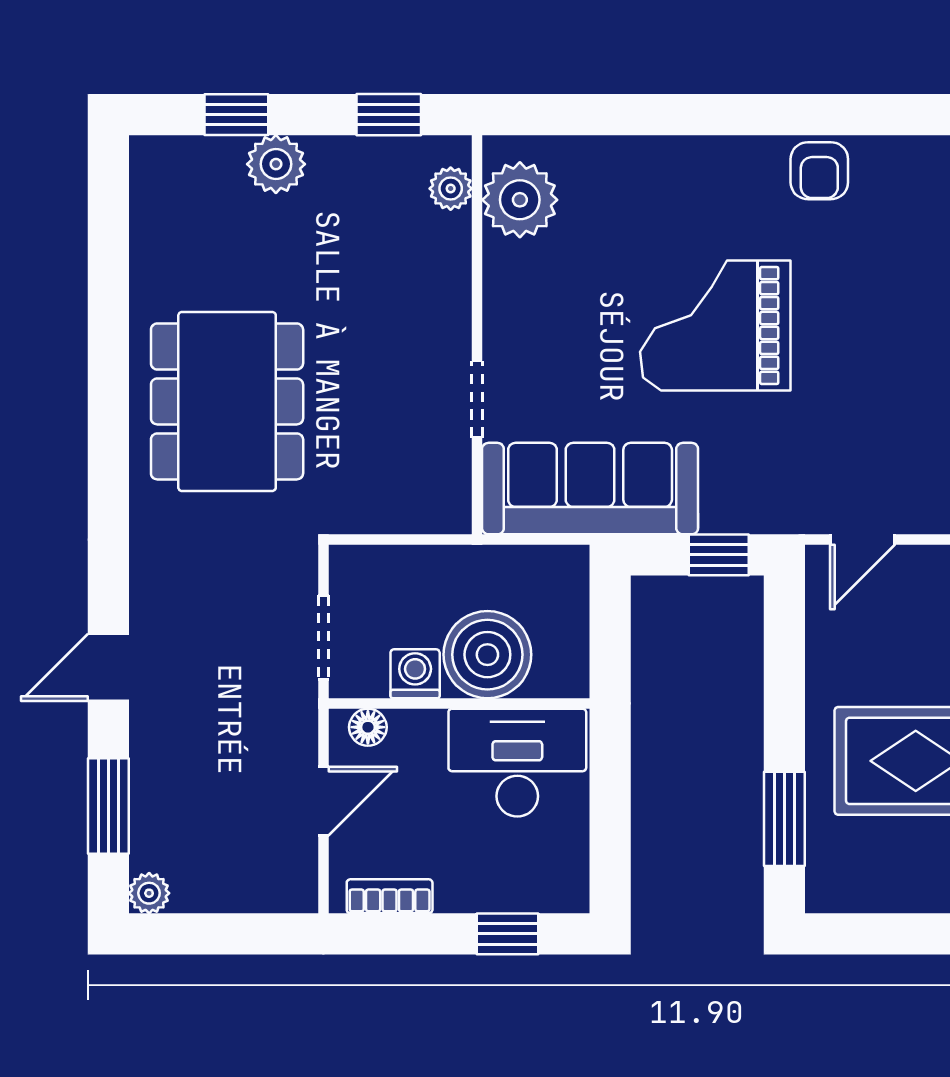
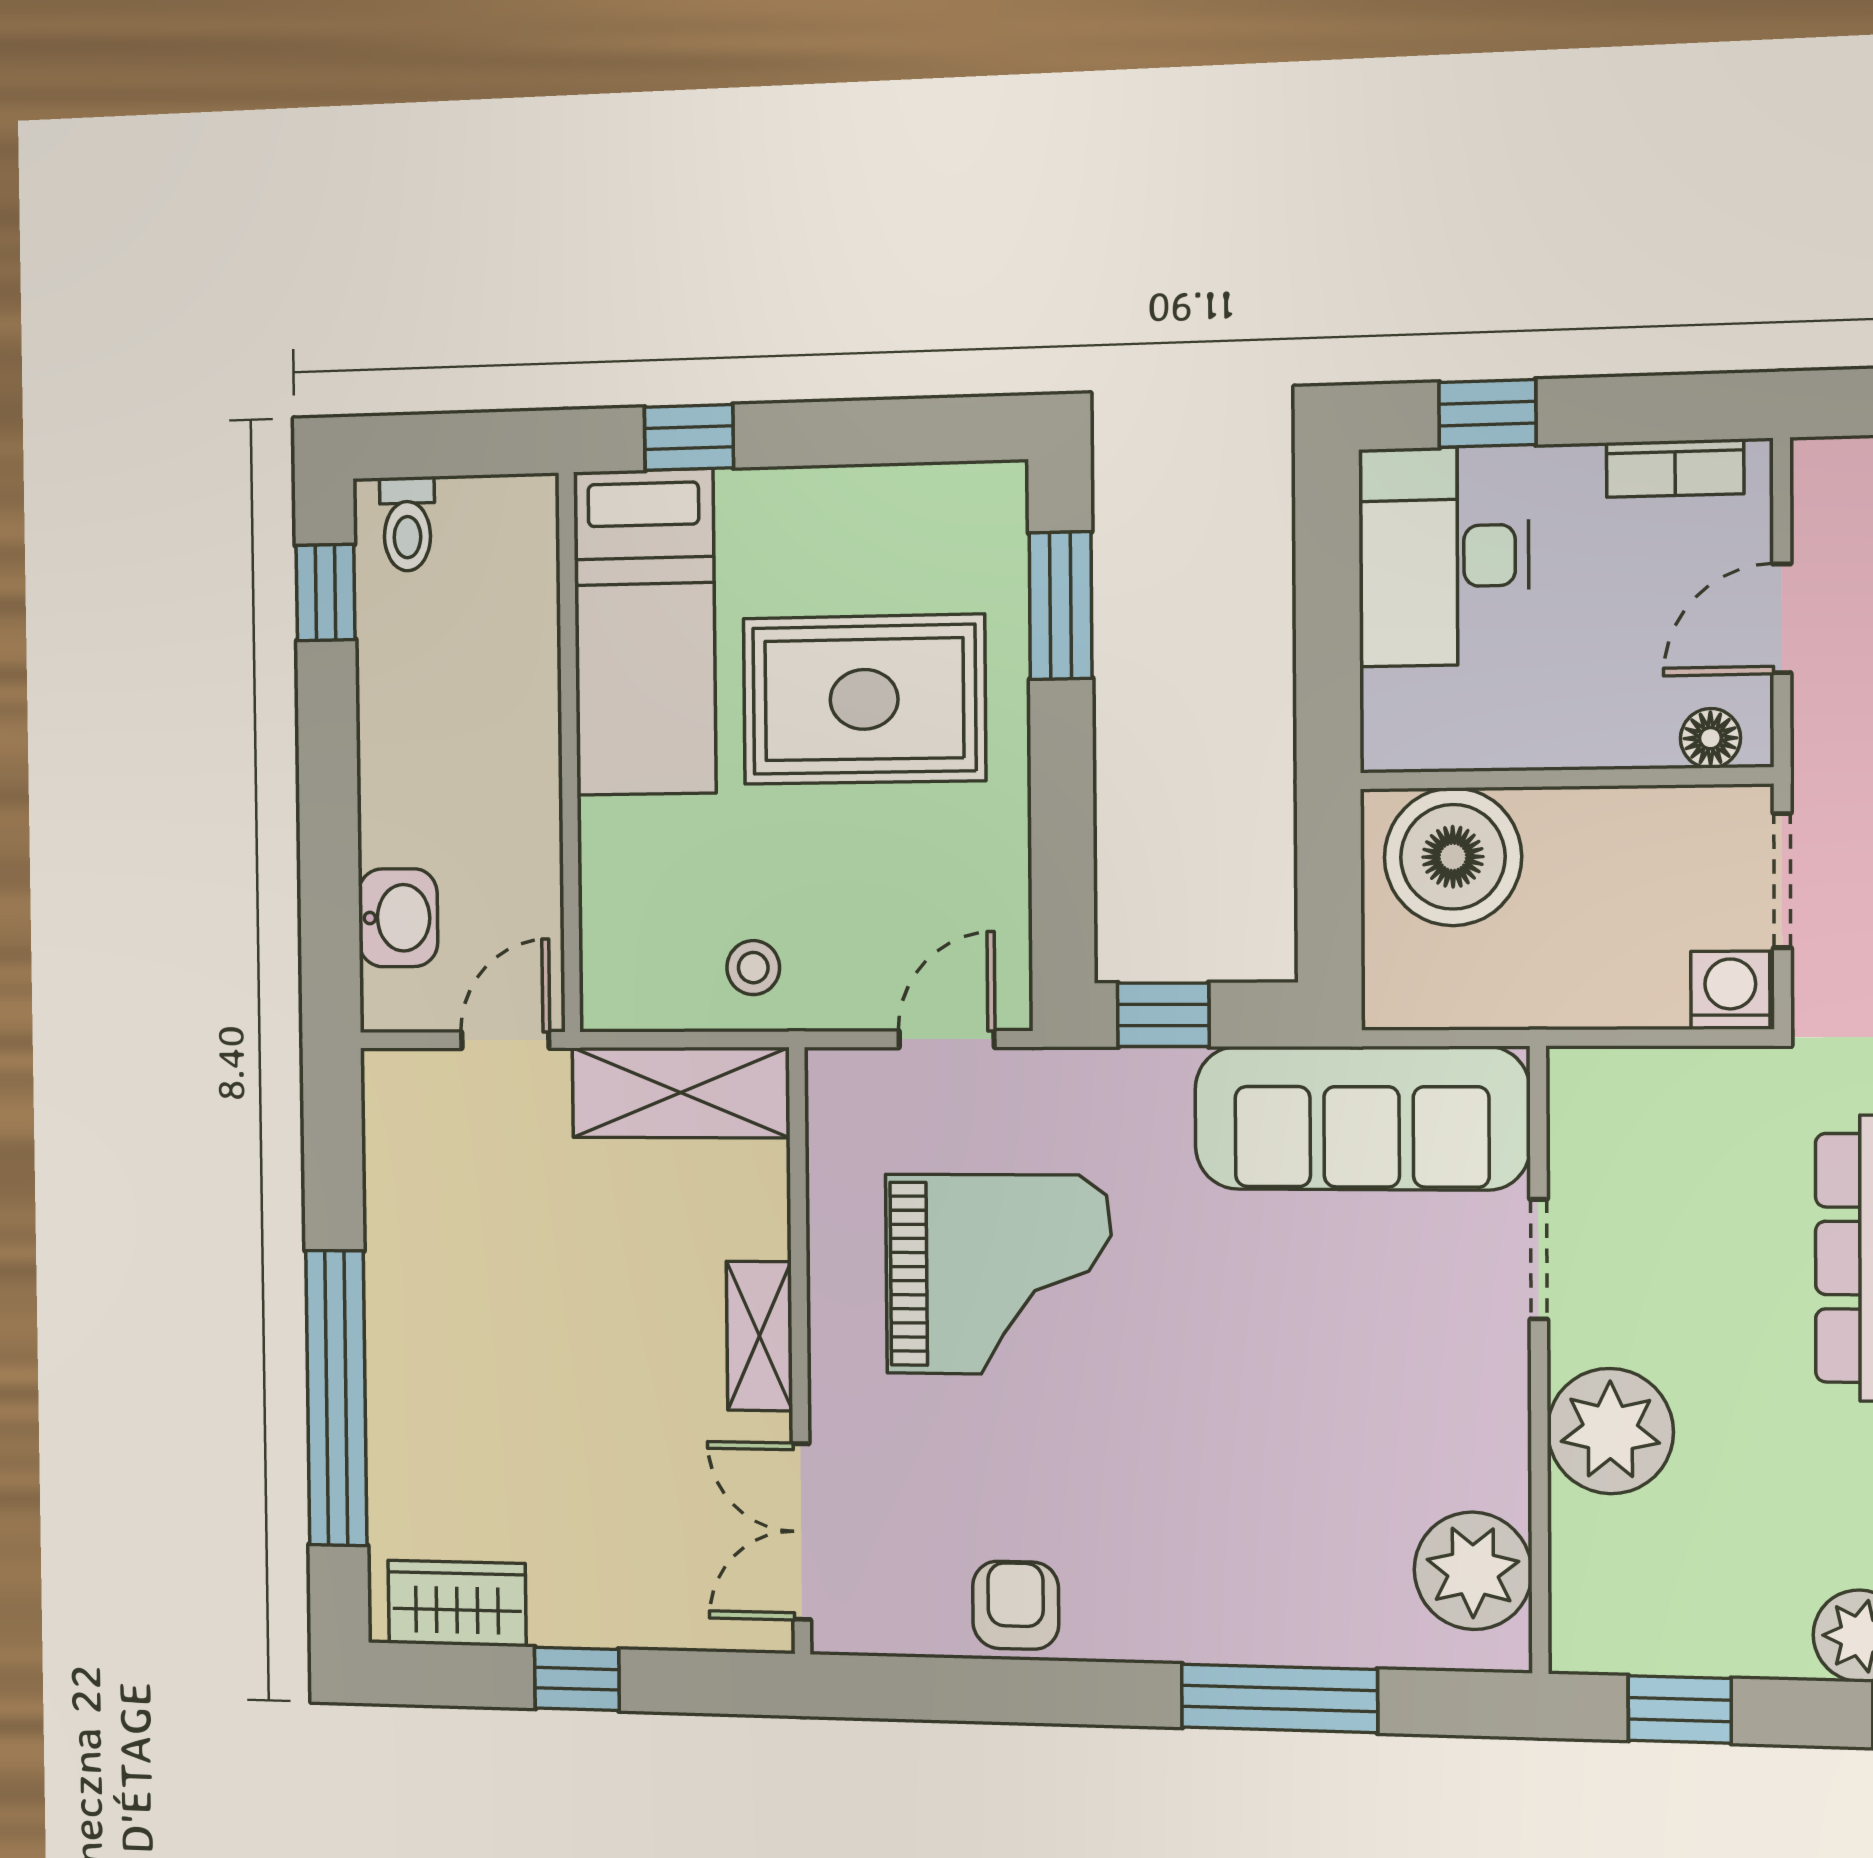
window: (646, 115) -> (1279, 1698), added
plant: (451, 189) -> (1610, 1431), moved, width x1.88, depth x1.88
grand piano: (715, 326) -> (998, 1275), moved
boiler: (487, 655) -> (1453, 857), moved
washing machine: (415, 674) -> (1730, 990), moved, turned 180
desk: (517, 763) -> (1444, 556), moved, turned 90

